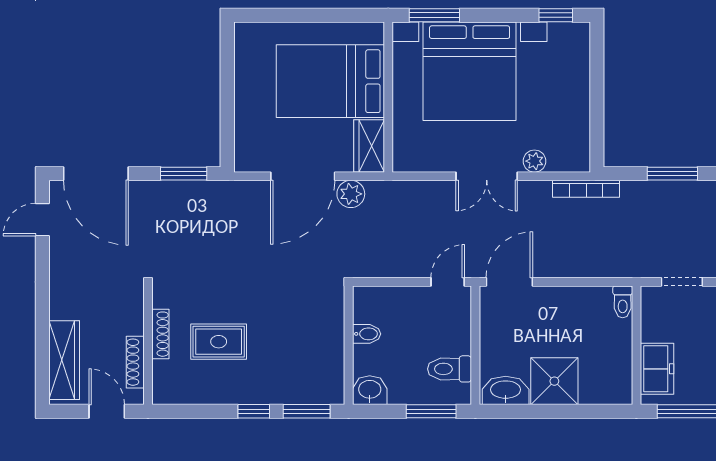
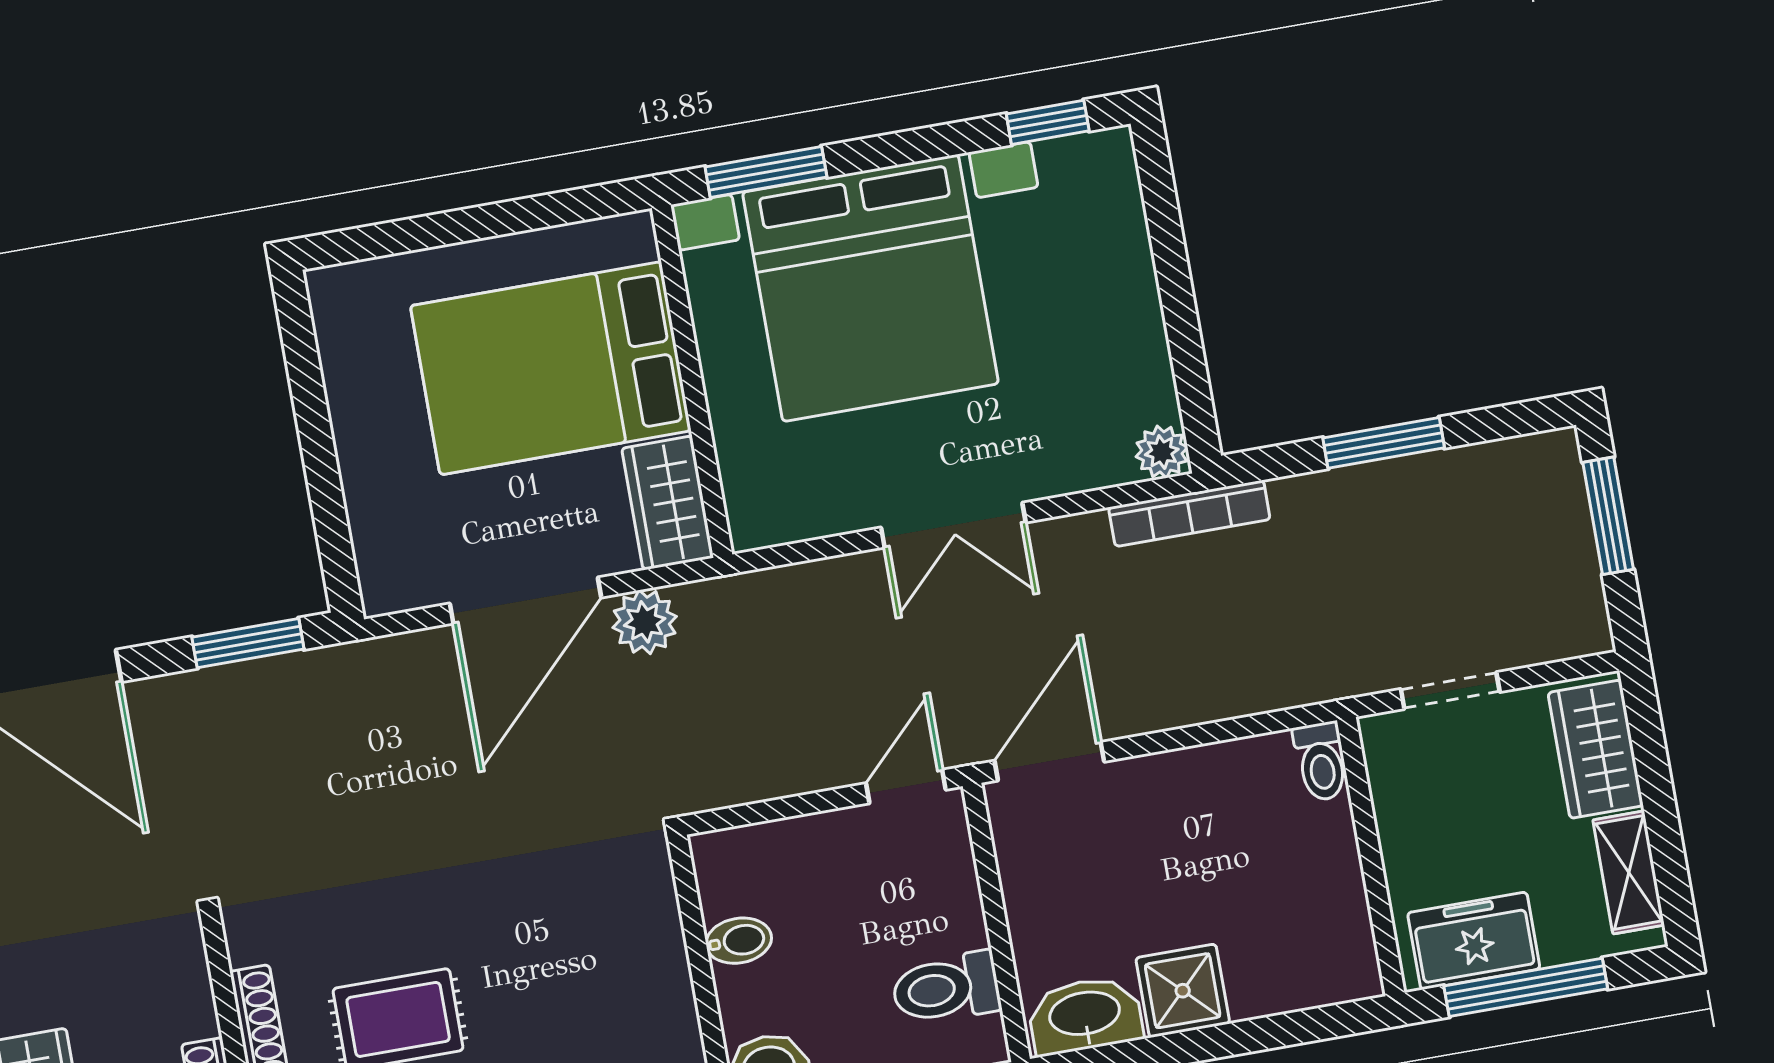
plant: (534, 161) -> (1162, 452), moved
freezer: (657, 369) -> (1474, 941), moved, turned -90
shower: (554, 381) -> (1183, 991), width x0.73, depth x0.73

